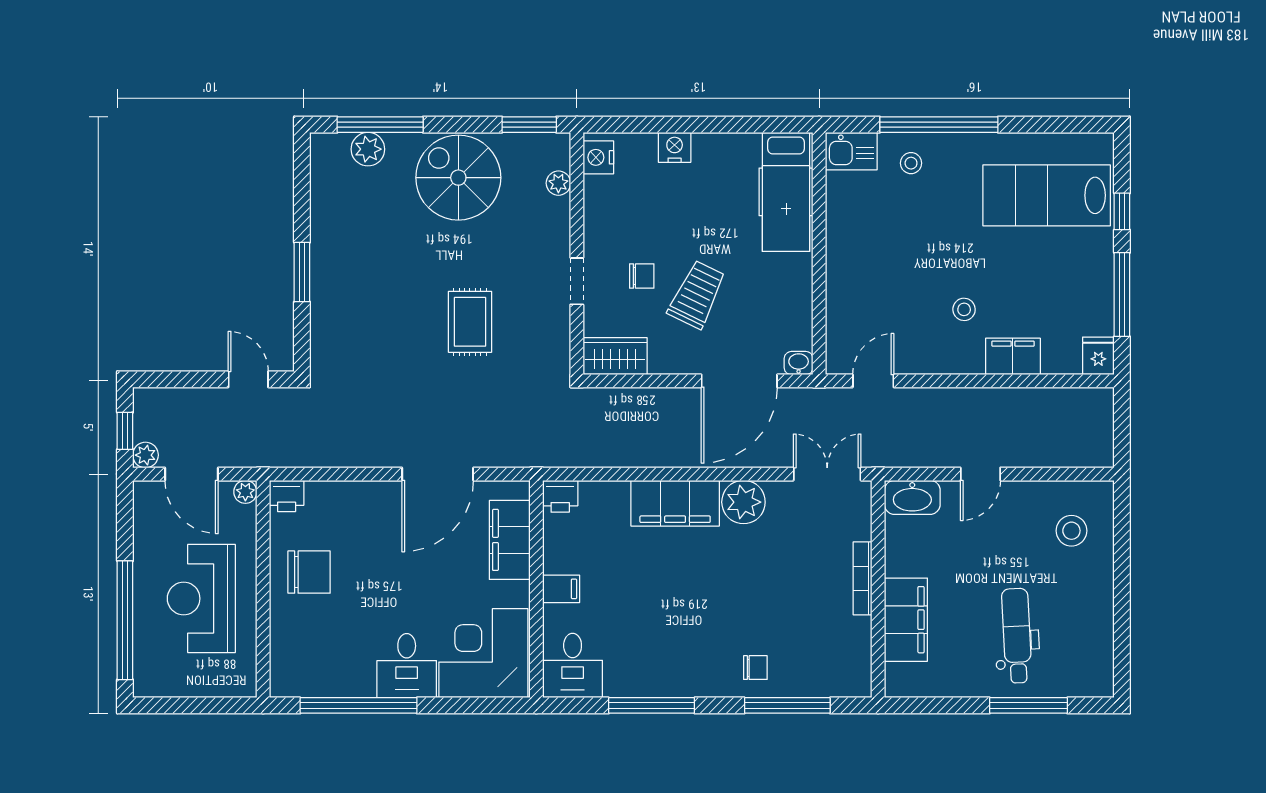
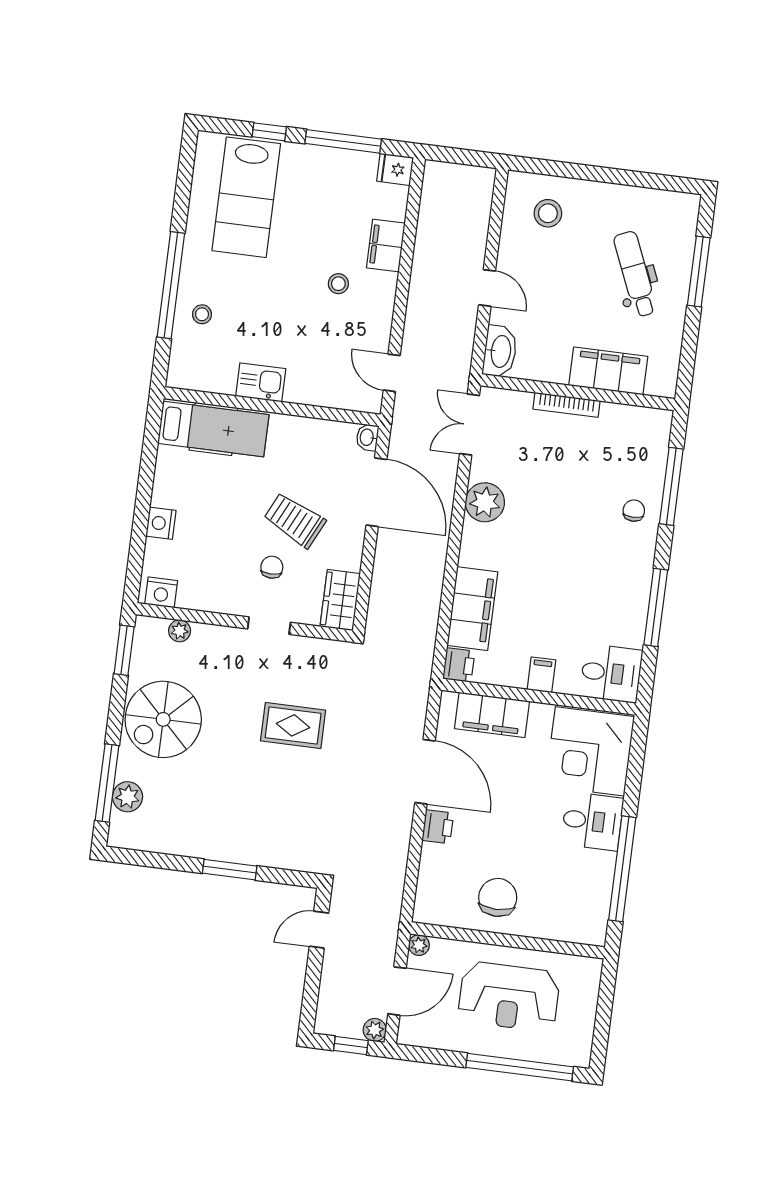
kitchen sink: (851, 151) -> (261, 382), moved, turned -90
printer: (287, 496) -> (438, 827), moved
filing cabinet: (675, 503) -> (472, 609), moved
dental chair: (1017, 636) -> (635, 274), turned 70

